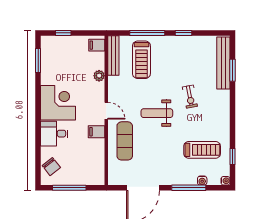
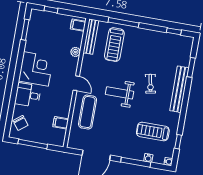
window: (184, 33) -> (174, 31), moved
bench: (223, 63) -> (179, 89), moved
filing cabinet: (97, 132) -> (61, 123), moved
treadmill: (202, 150) -> (153, 132), turned 180

